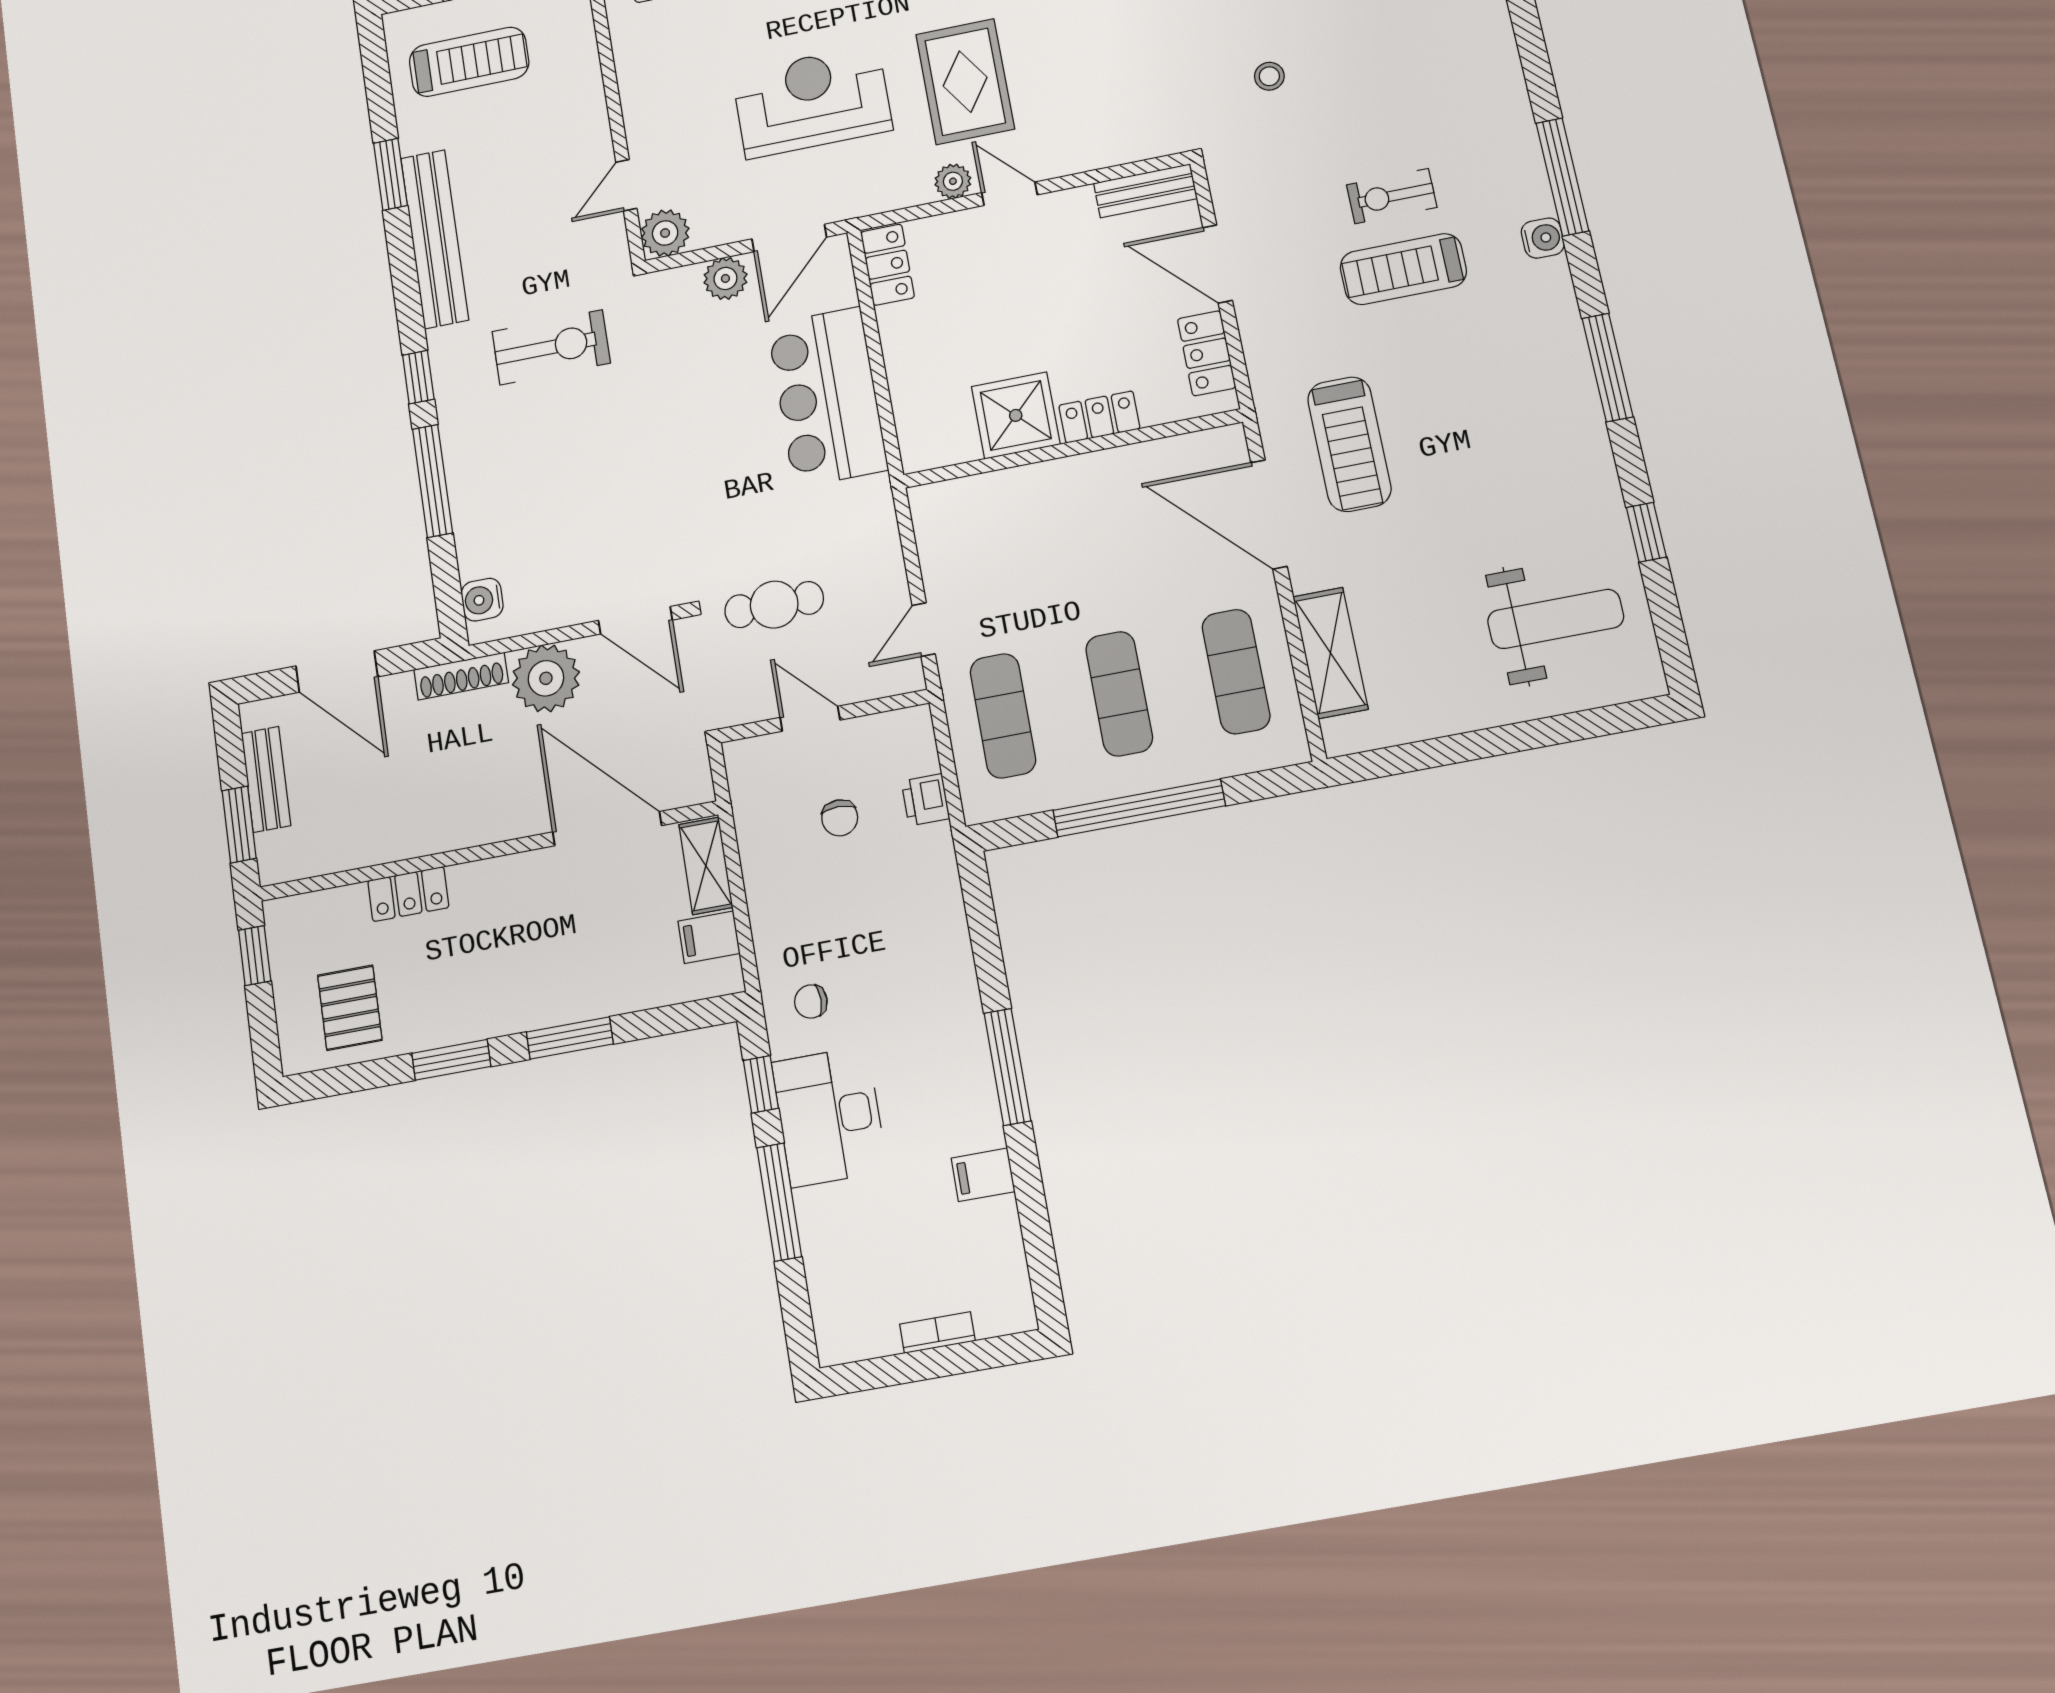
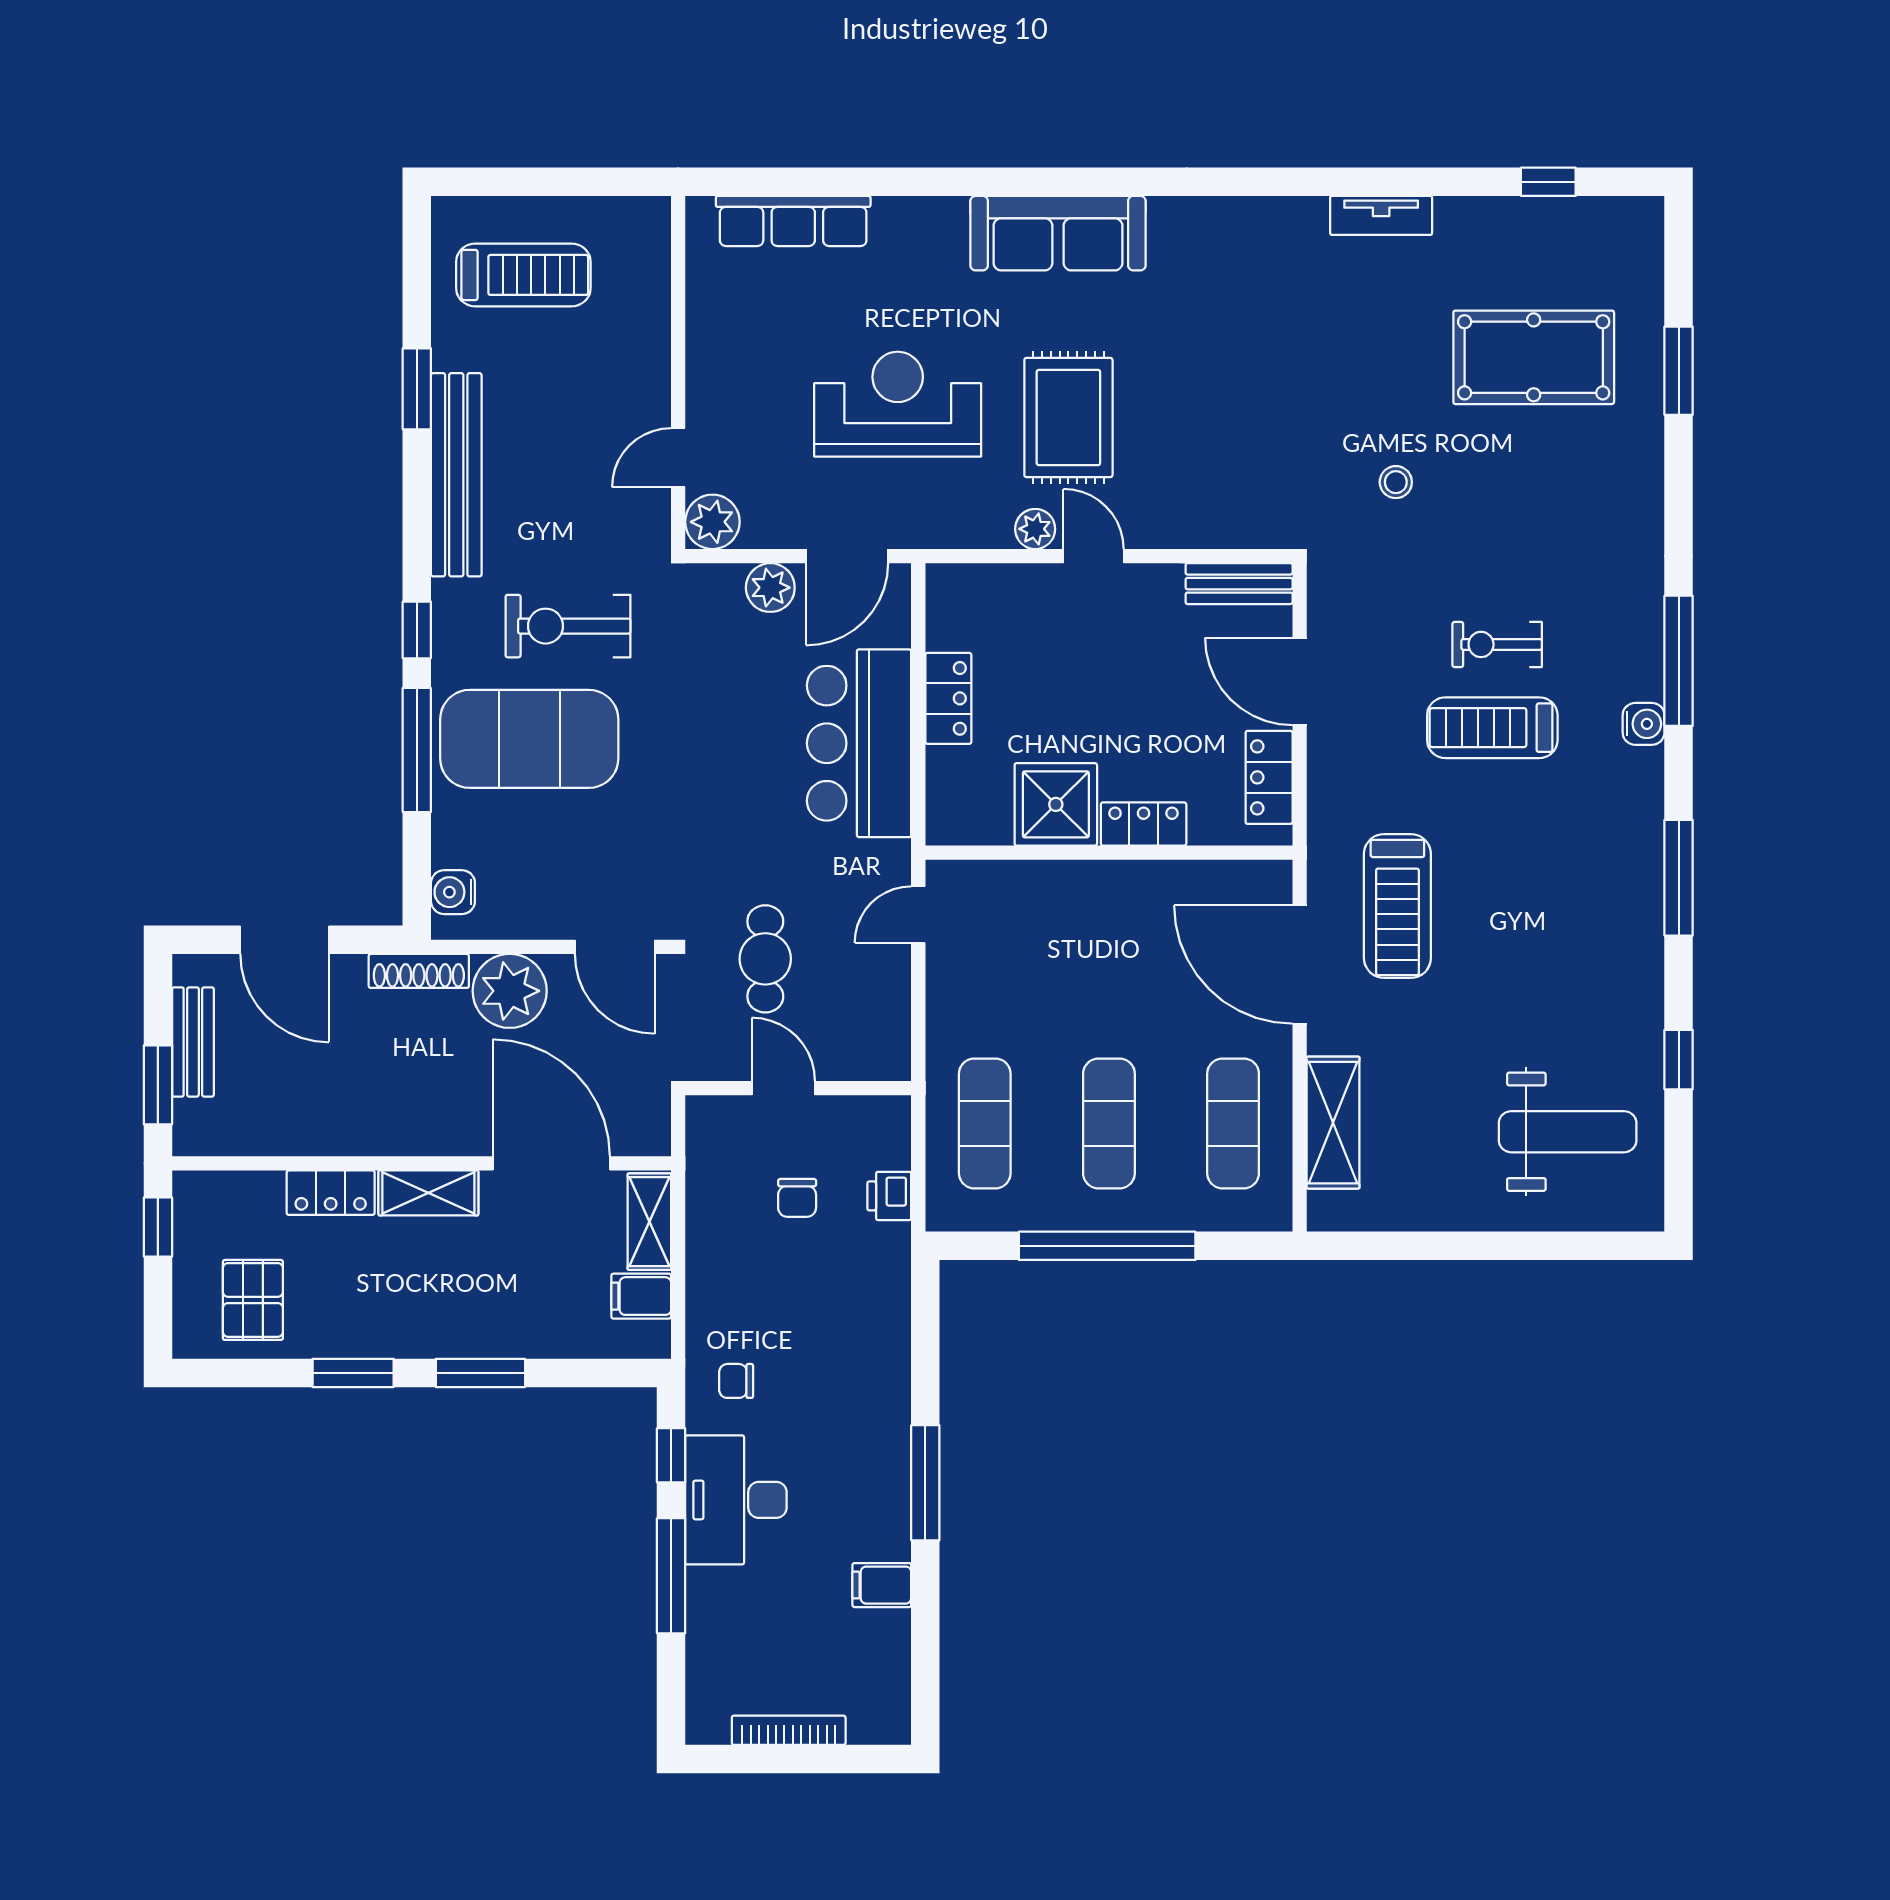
locker: (887, 265) -> (948, 698), moved
exercise bike: (551, 347) -> (568, 626), turned 180
exercise mat: (531, 452) -> (529, 739), added
cafe table: (774, 605) -> (765, 959), turned 90
door: (924, 630) -> (918, 915), moved
shelving: (498, 877) -> (428, 1193), added
bookcase: (937, 1332) -> (789, 1730), width x1.56

